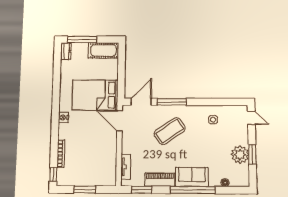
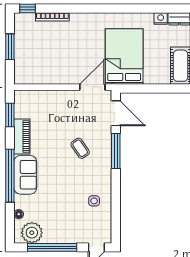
nightstand: (63, 117) -> (161, 19), moved
coffee table: (170, 131) -> (80, 148), width x0.54, depth x0.58
window: (252, 154) -> (52, 247), width x2.11
plant: (240, 155) -> (32, 233), moved
tv unit: (126, 167) -> (37, 96), removed

